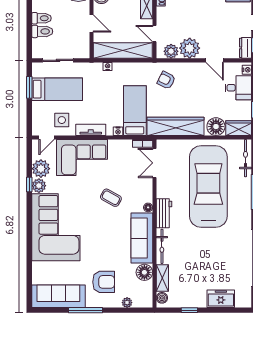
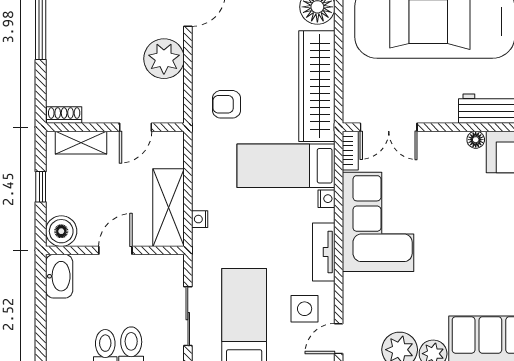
shelving: (123, 50) -> (168, 208), width x0.68
plant: (171, 51) -> (170, 95), removed
armchair: (166, 80) -> (226, 104), turned 63
door: (47, 137) -> (339, 339), swing flipped
corner sofa: (82, 158) -> (378, 222), moved
coffee table: (111, 198) -> (457, 213), removed

